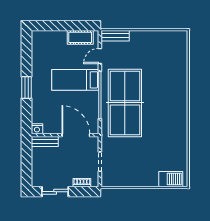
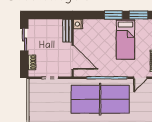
door: (100, 56) -> (140, 78), swing flipped
window: (27, 58) -> (138, 15), added
bed: (75, 80) -> (125, 39), moved, turned 180
door: (76, 135) -> (73, 57), hinge flipped

